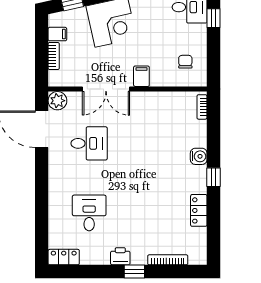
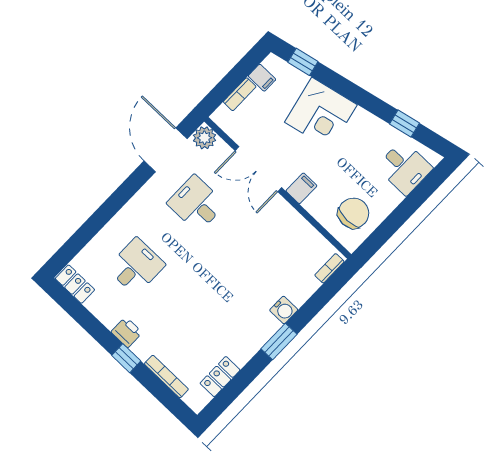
window: (213, 18) -> (416, 198), removed
chair: (185, 62) -> (353, 213), width x1.87, depth x1.87
desk: (89, 143) -> (196, 204), turned 180
window: (213, 177) -> (279, 342), width x1.50
locker: (199, 210) -> (220, 377), moved

